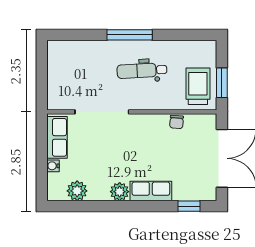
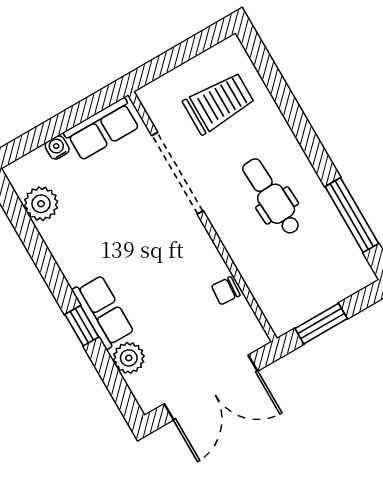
window: (130, 35) -> (352, 215), moved
trolley: (198, 86) -> (219, 103), moved
plant: (120, 192) -> (129, 358), moved
window: (189, 206) -> (82, 326), moved

